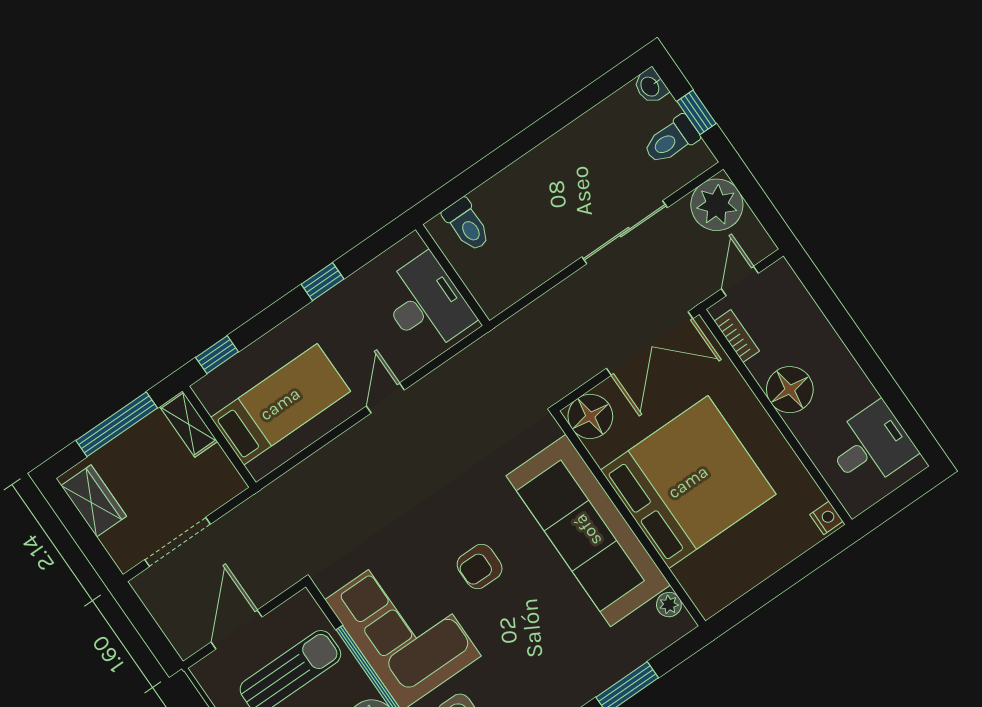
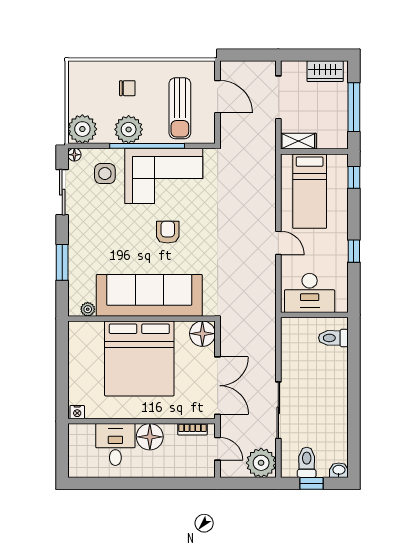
double door: (650, 343) -> (218, 386), swing flipped
shelving: (189, 424) -> (298, 141), moved
desk: (871, 446) -> (115, 444), moved, turned 180

